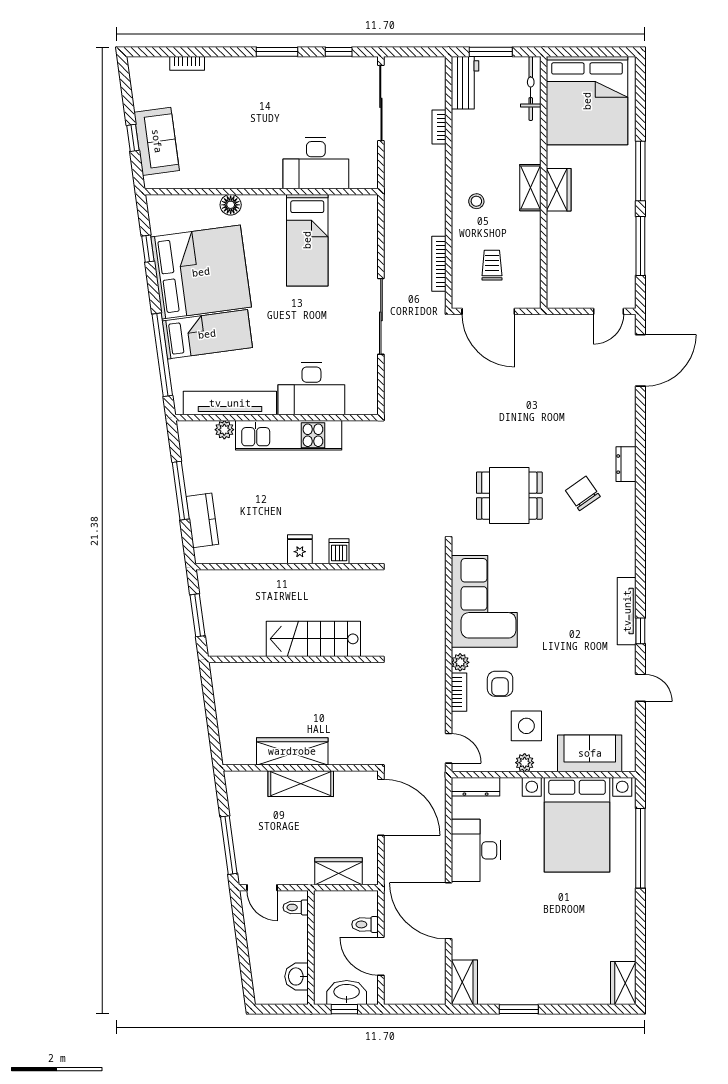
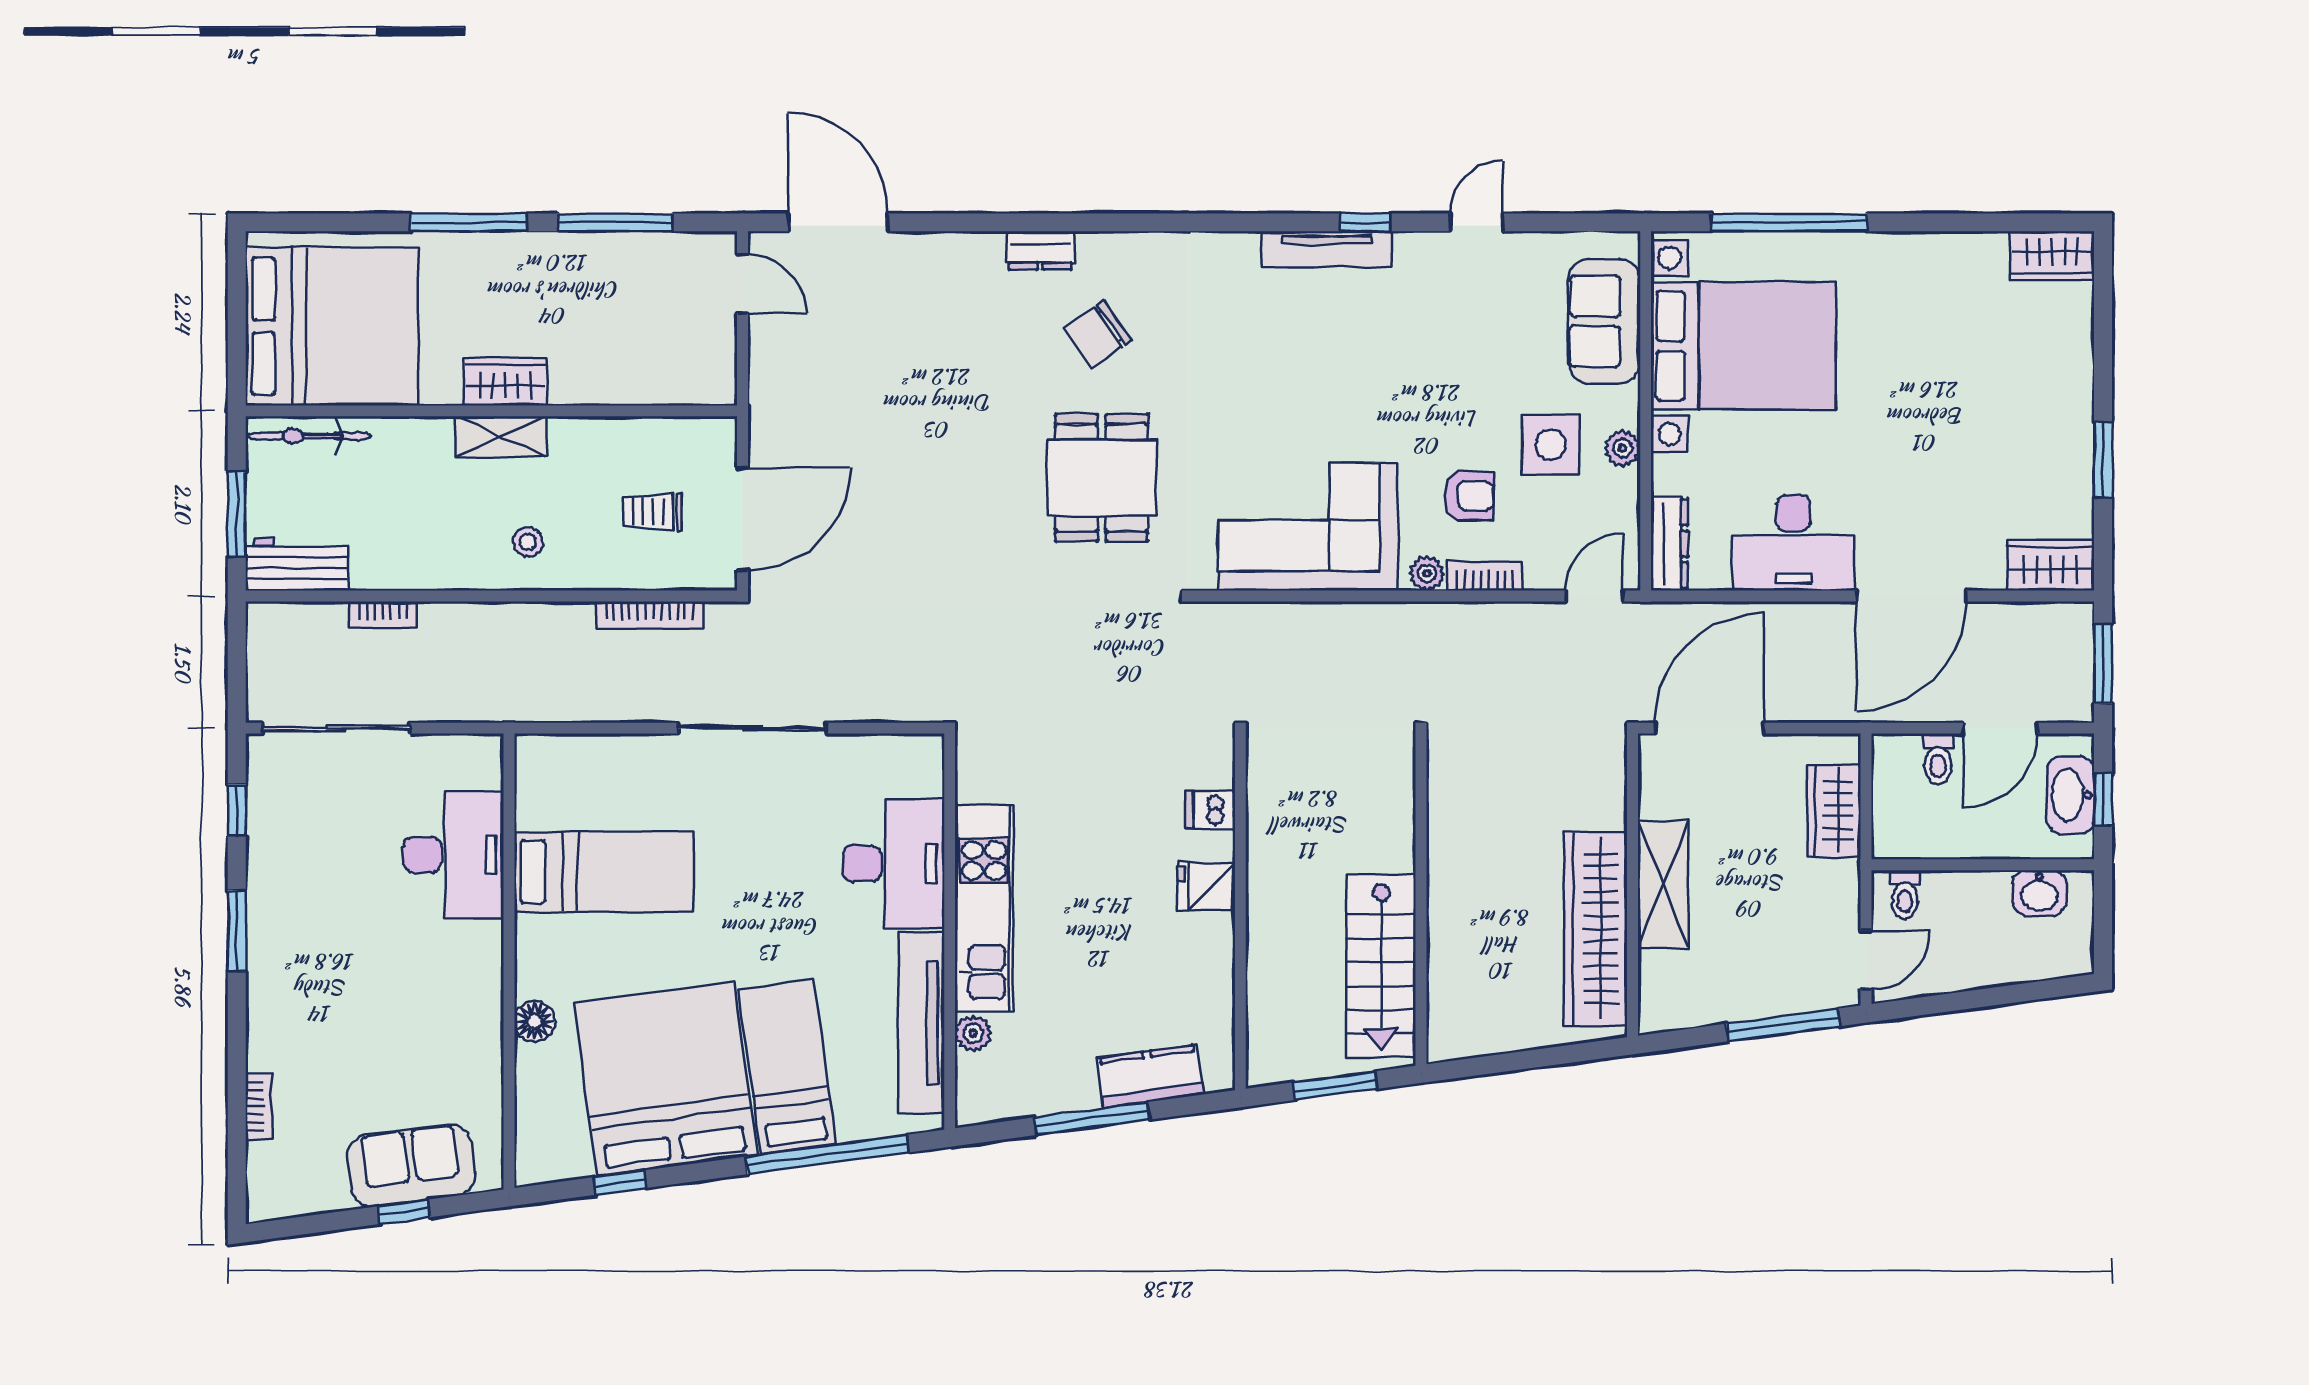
stairs: (313, 639) -> (1381, 966), moved
wardrobe: (292, 751) -> (1596, 929), width x1.40, depth x1.17
window: (414, 1009) -> (2103, 663), added

